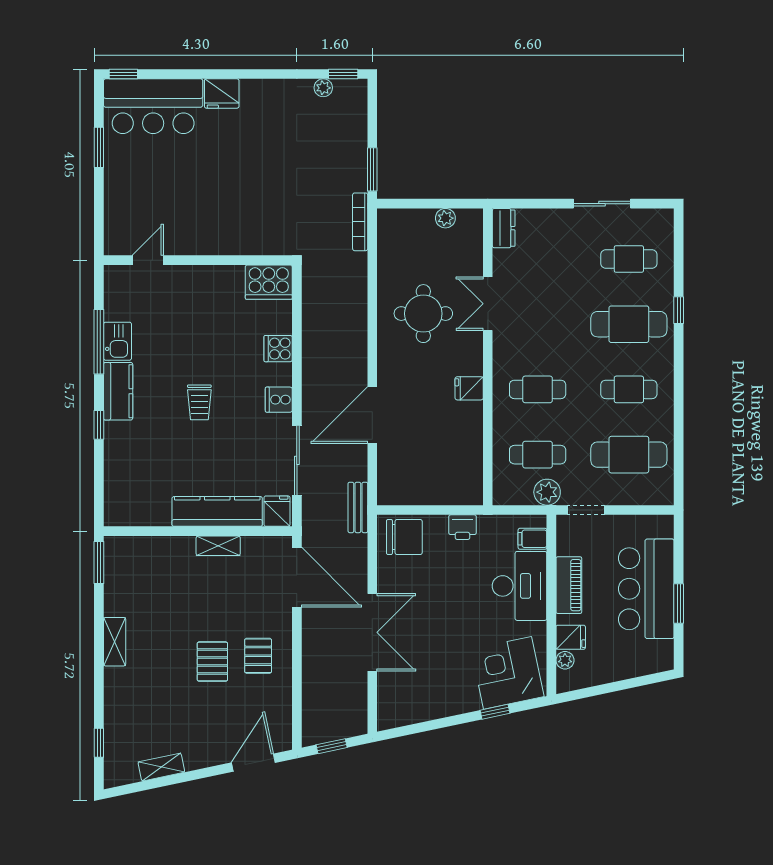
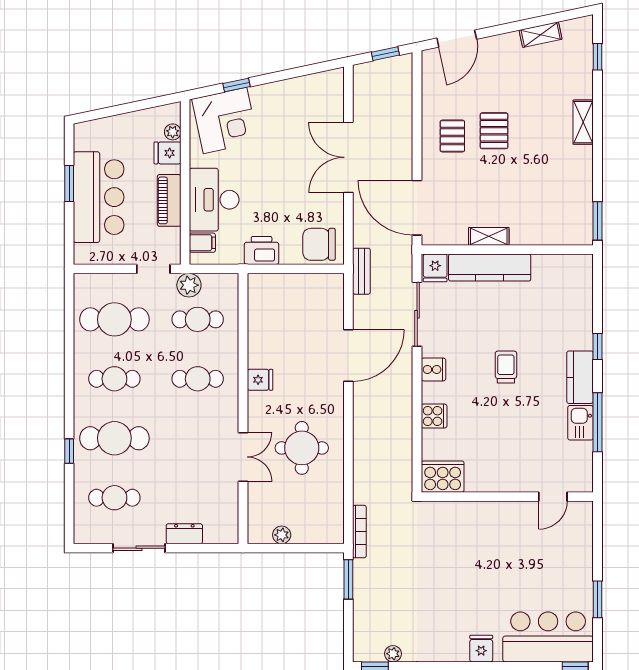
fridge: (222, 94) -> (481, 649), width x0.72
dresser: (504, 228) -> (184, 534), moved, turned 90
printer: (463, 527) -> (262, 251), width x1.36, depth x1.24
shelving: (115, 642) -> (583, 122), moved

